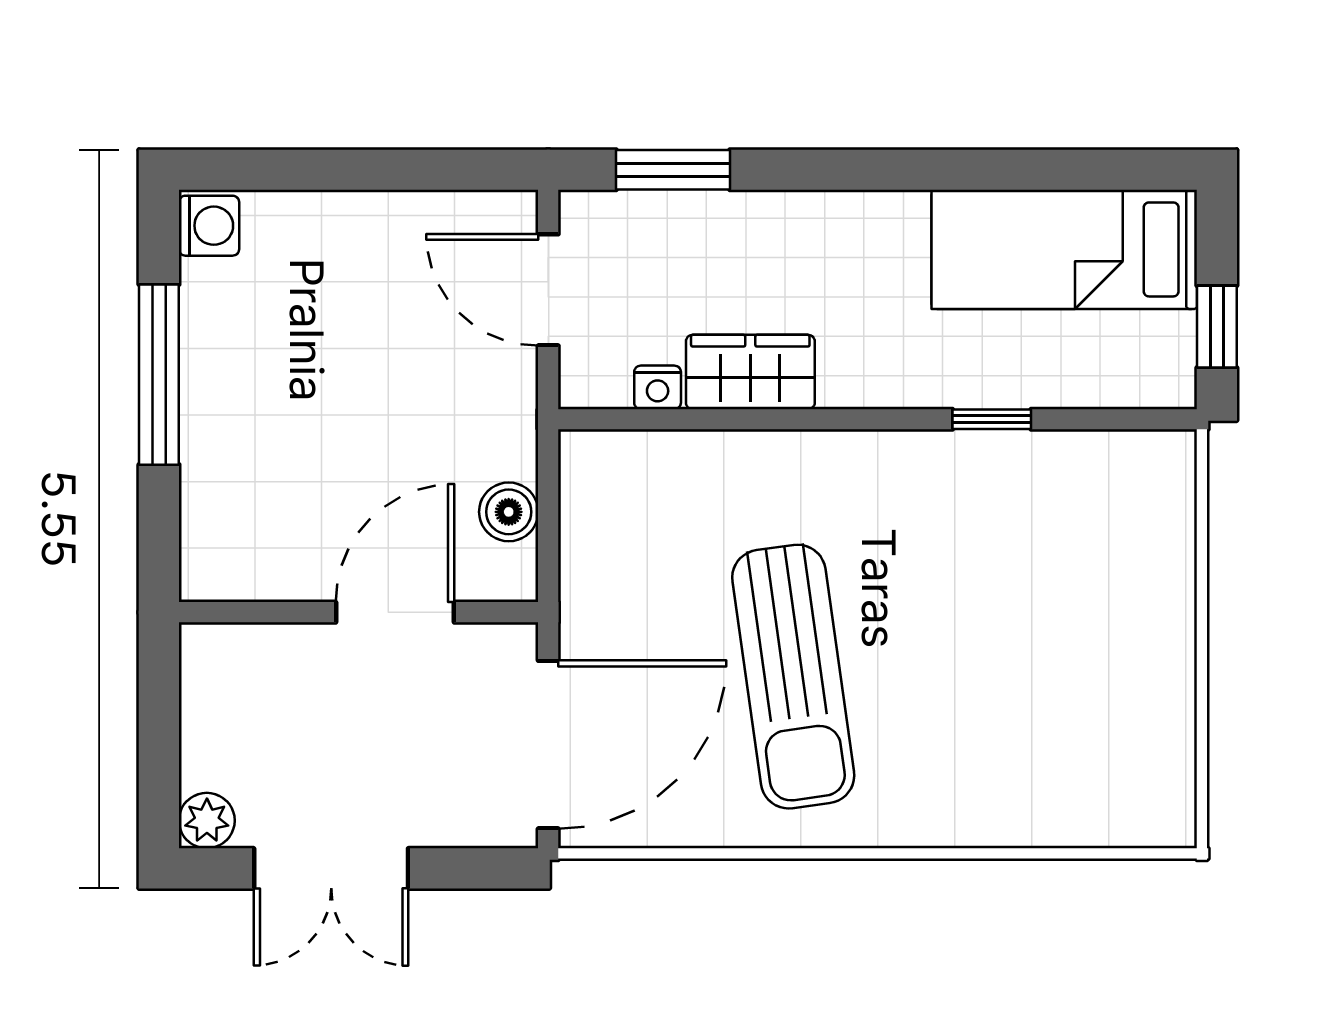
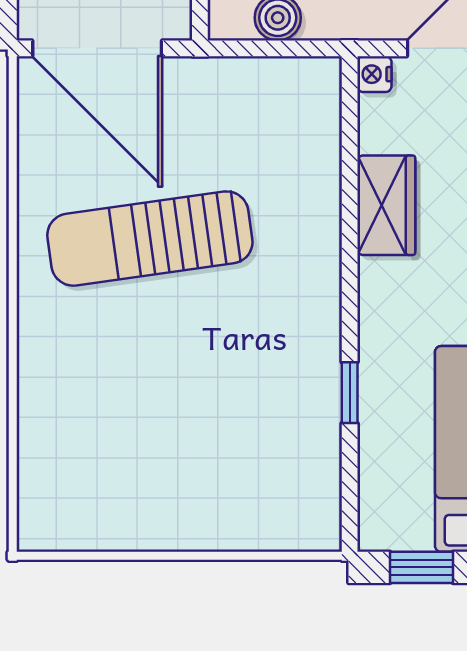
nightstand: (658, 387) -> (374, 74), moved

